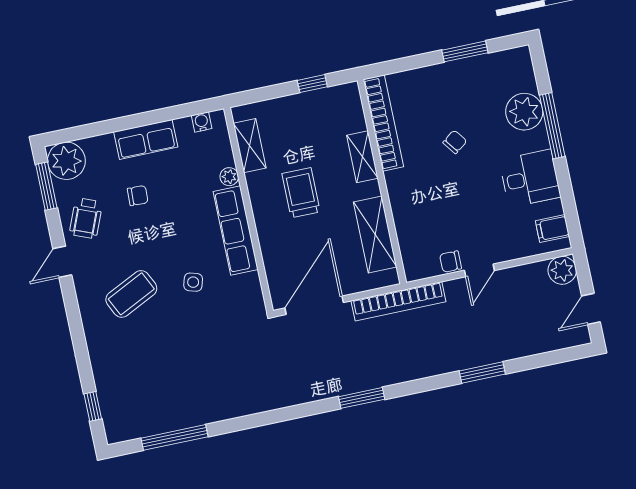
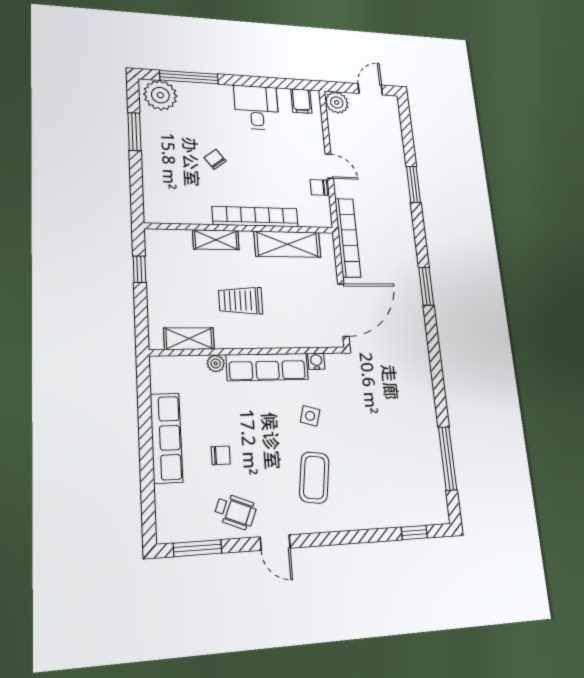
plant: (524, 112) -> (160, 95), moved
water cooler: (202, 122) -> (316, 361), moved, turned 90
bookcase: (383, 123) -> (255, 217), moved
window: (552, 126) -> (189, 77), moved
row of seats: (146, 139) -> (166, 438), width x1.48
plant: (66, 161) -> (175, 523), removed
chair: (138, 196) -> (221, 455), turned 88
chair: (451, 262) -> (319, 187), turned 90
coffee table: (131, 294) -> (314, 478), turned 34
door: (314, 305) -> (343, 310), swing flipped
door: (591, 309) -> (370, 89), swing flipped

